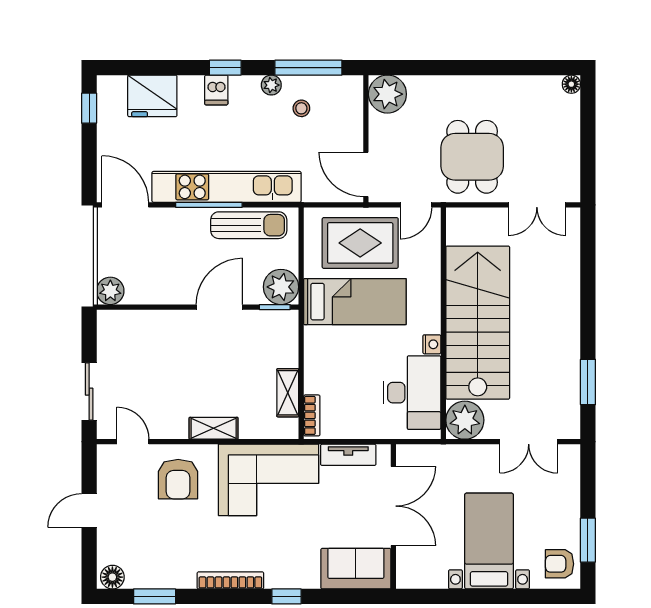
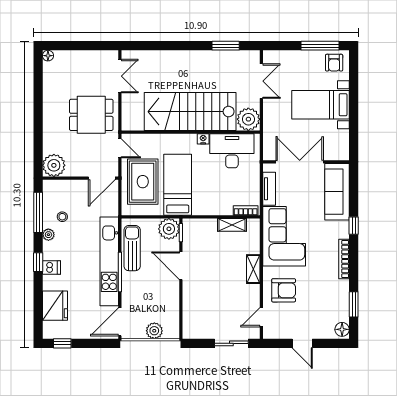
plant: (110, 291) -> (154, 331), moved
window: (588, 540) -> (320, 46), width x1.44
sofa: (356, 569) -> (337, 192), width x1.36

